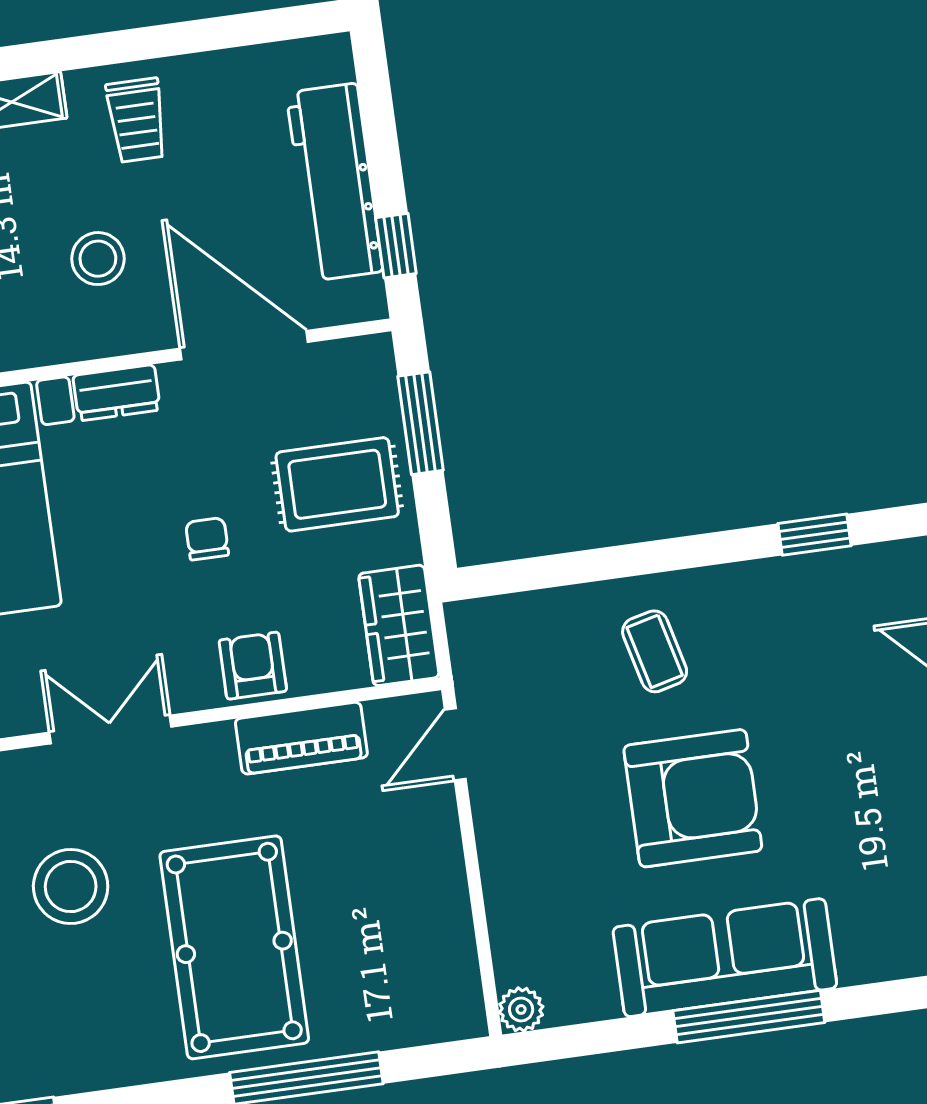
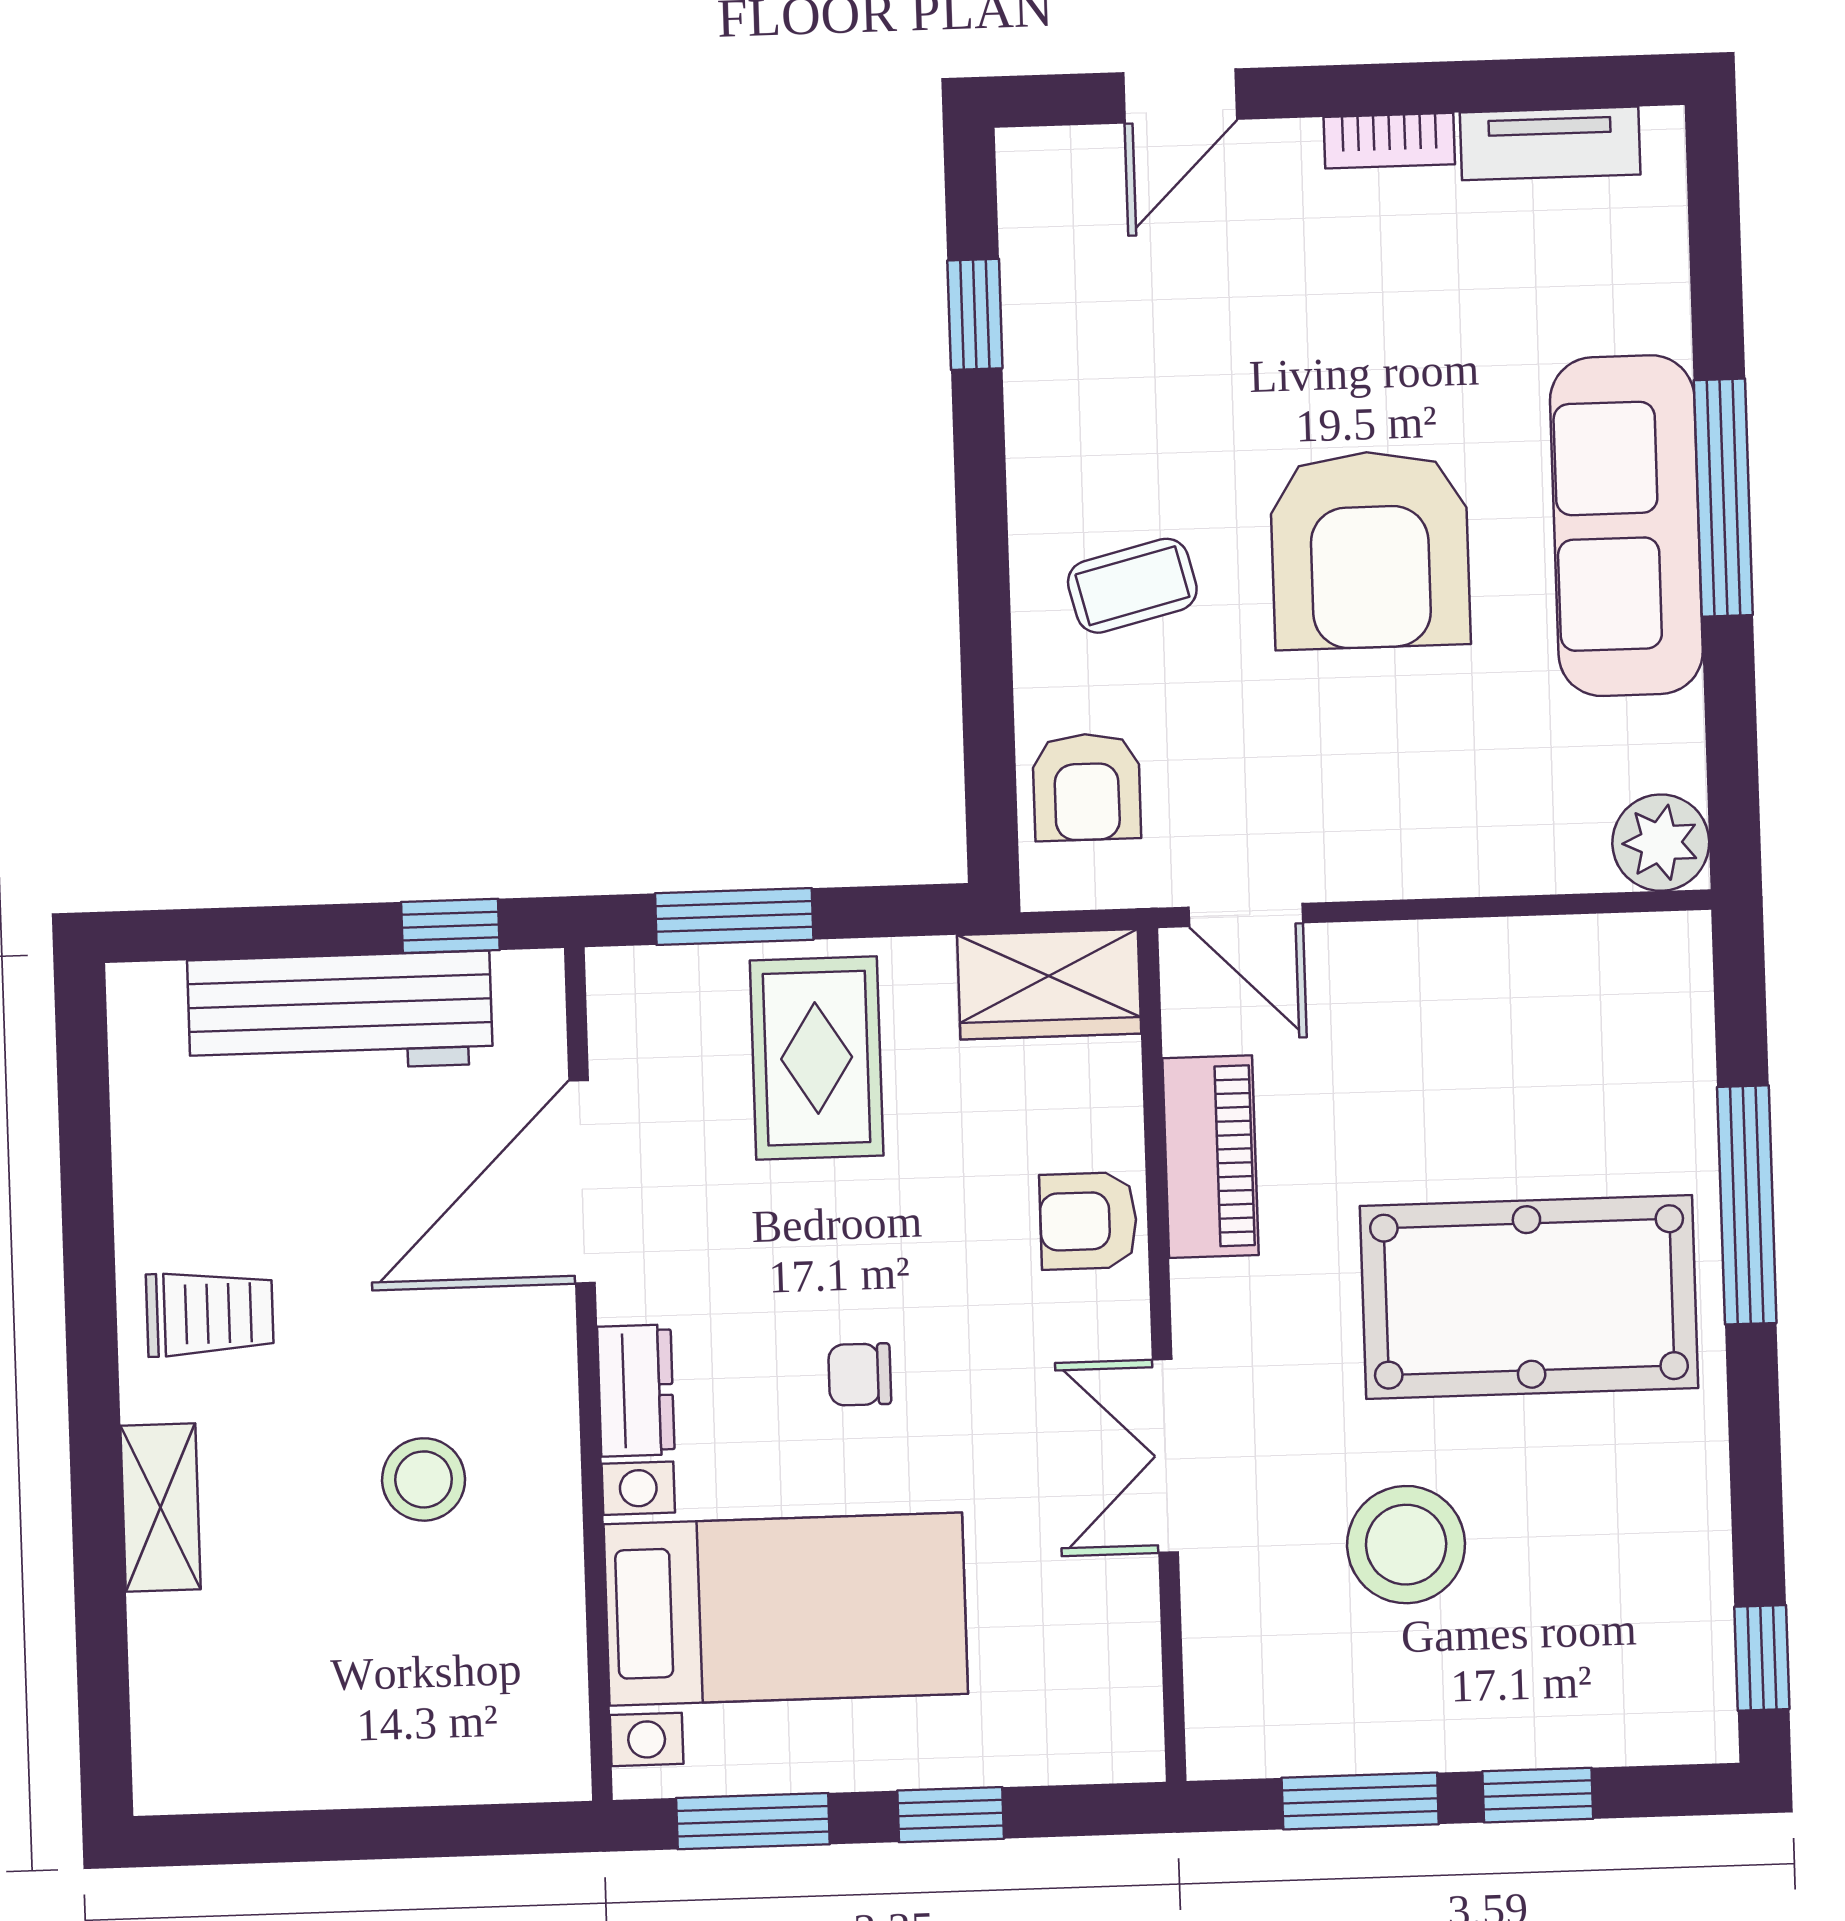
stool: (98, 259) -> (424, 1479), moved
chair: (207, 539) -> (860, 1374), moved
armchair: (525, 636) -> (1087, 787), added
armchair: (693, 798) -> (1370, 550), turned 180
plant: (521, 1009) -> (1661, 843), width x1.38, depth x1.38

